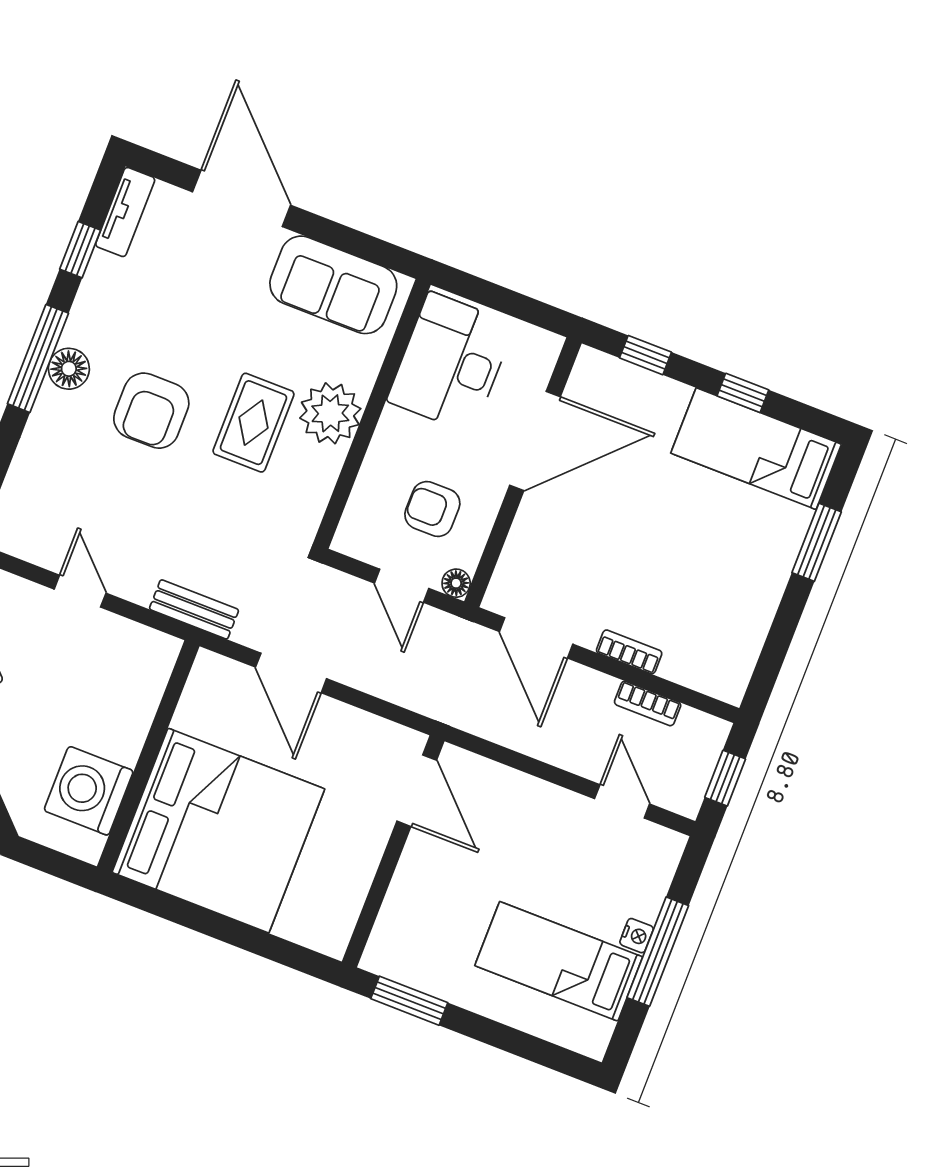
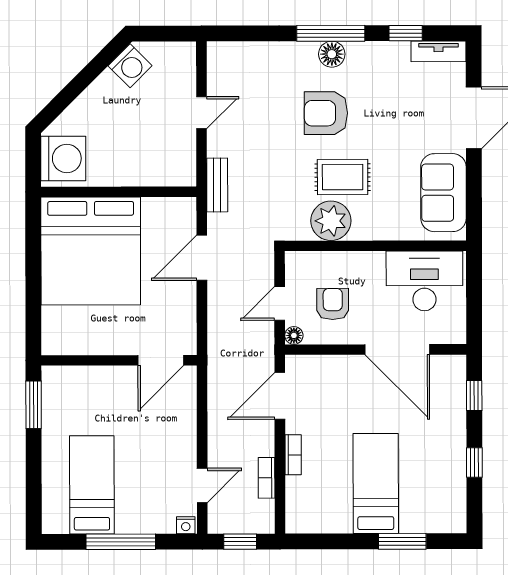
plant: (330, 413) -> (331, 221), moved
bed: (756, 449) -> (376, 484), moved
washing machine: (89, 791) -> (63, 158), moved, turned 90
nightstand: (637, 936) -> (186, 525), moved

